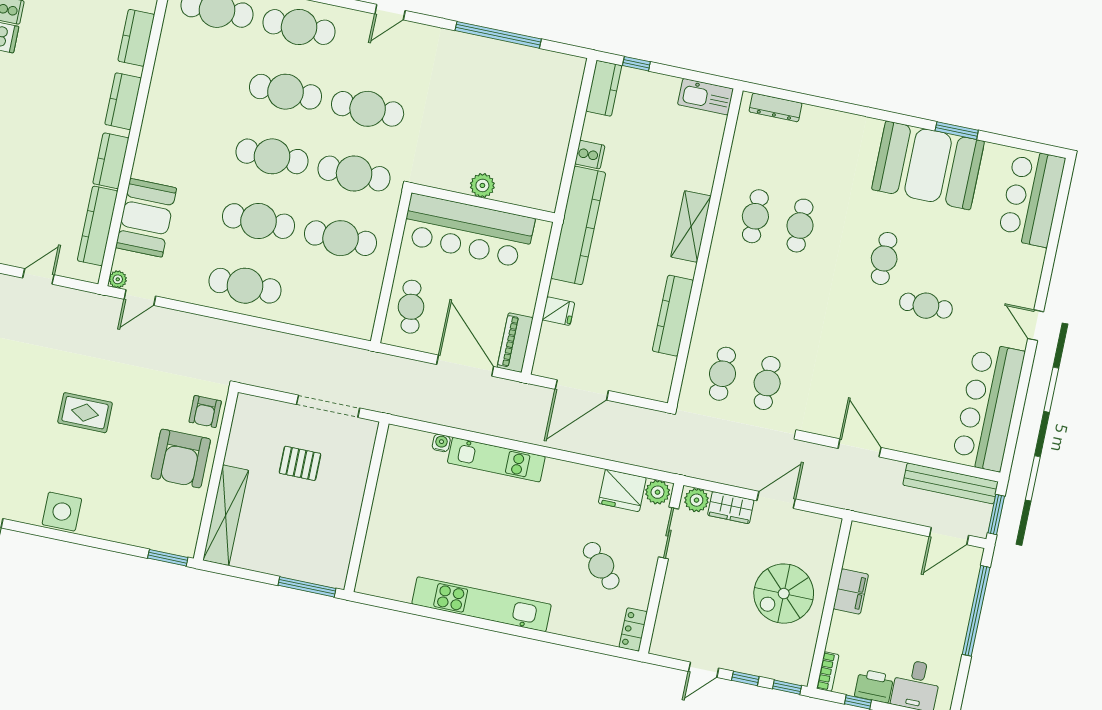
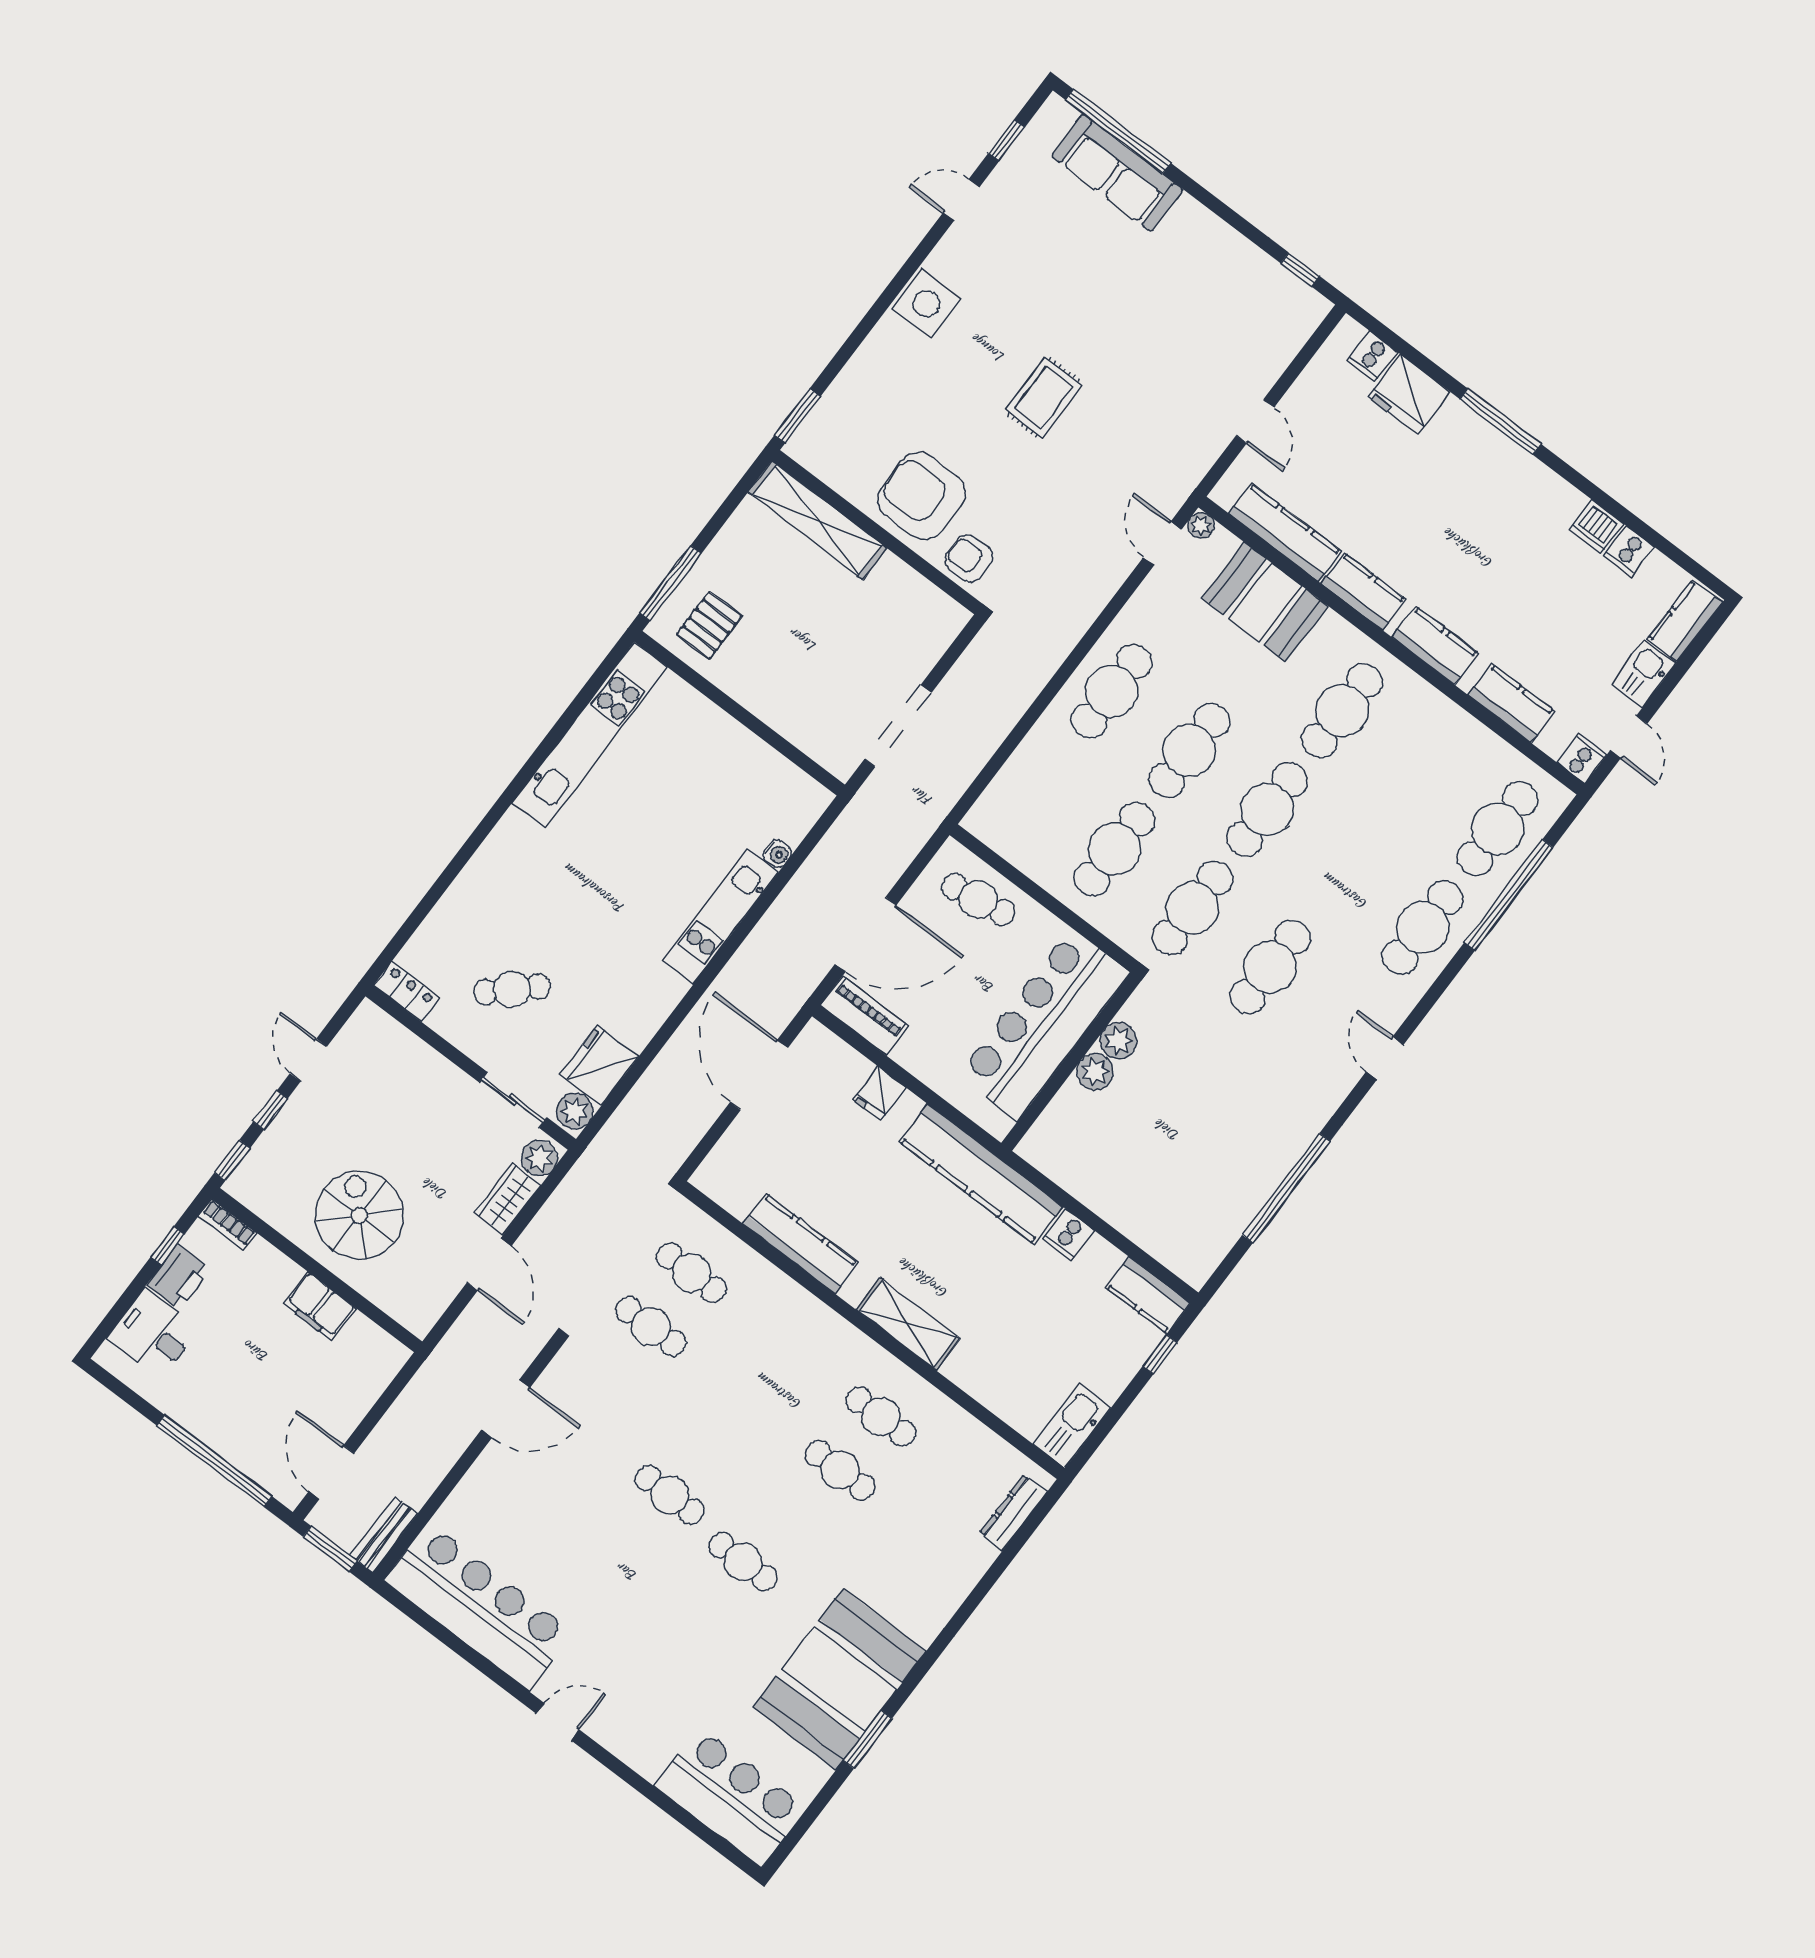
cafe table: (286, 92) -> (1342, 711), moved
plant: (457, 180) -> (1118, 1041), added
cafe table: (926, 306) -> (670, 1495), moved, turned 90
pallet: (300, 463) -> (709, 625), moved
bench: (951, 483) -> (384, 1535), width x0.54, depth x0.82
kitchen unit: (482, 604) -> (590, 735), moved

